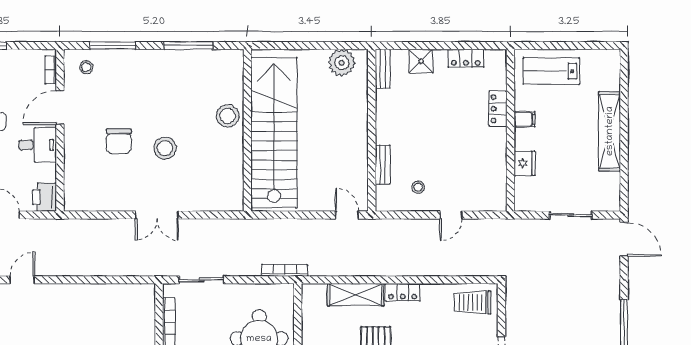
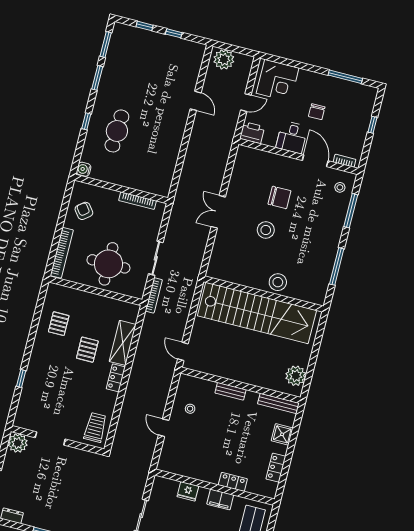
bench: (383, 69) -> (278, 403), width x1.36
filing cabinet: (525, 119) -> (220, 499), width x2.00
chair: (119, 141) -> (279, 197), turned 180
bench: (383, 165) -> (231, 391), moved
door: (347, 215) -> (183, 351), swing flipped
sliding door: (201, 280) -> (156, 258), moved

